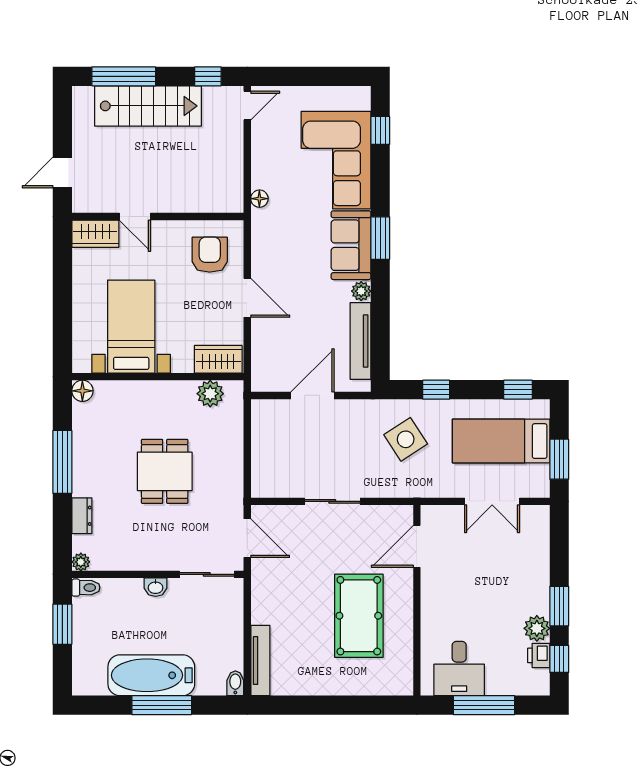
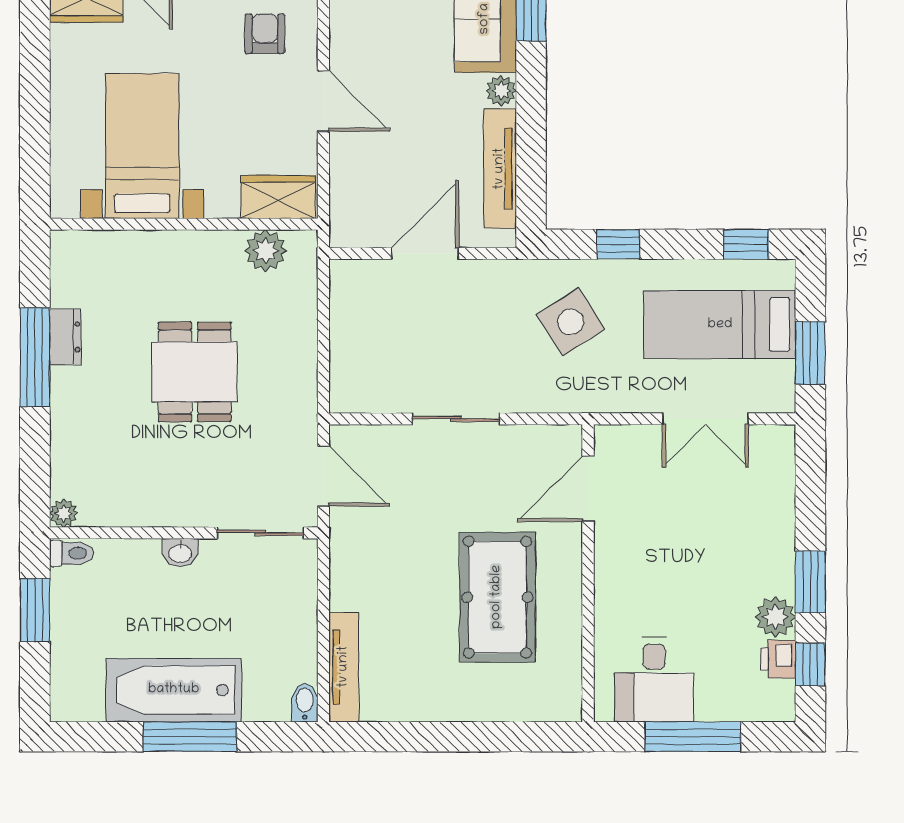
armchair: (210, 255) -> (265, 34), width x0.72, depth x0.72
floor lamp: (82, 391) -> (66, 246), removed
dresser: (82, 516) -> (65, 337), moved

